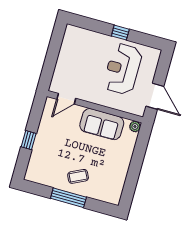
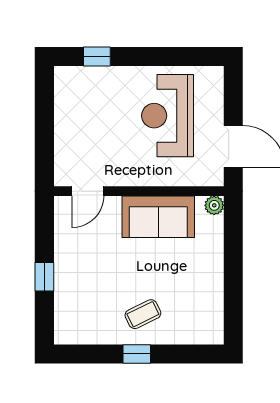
window: (120, 33) -> (97, 56), moved
window: (68, 198) -> (137, 354), width x0.46

